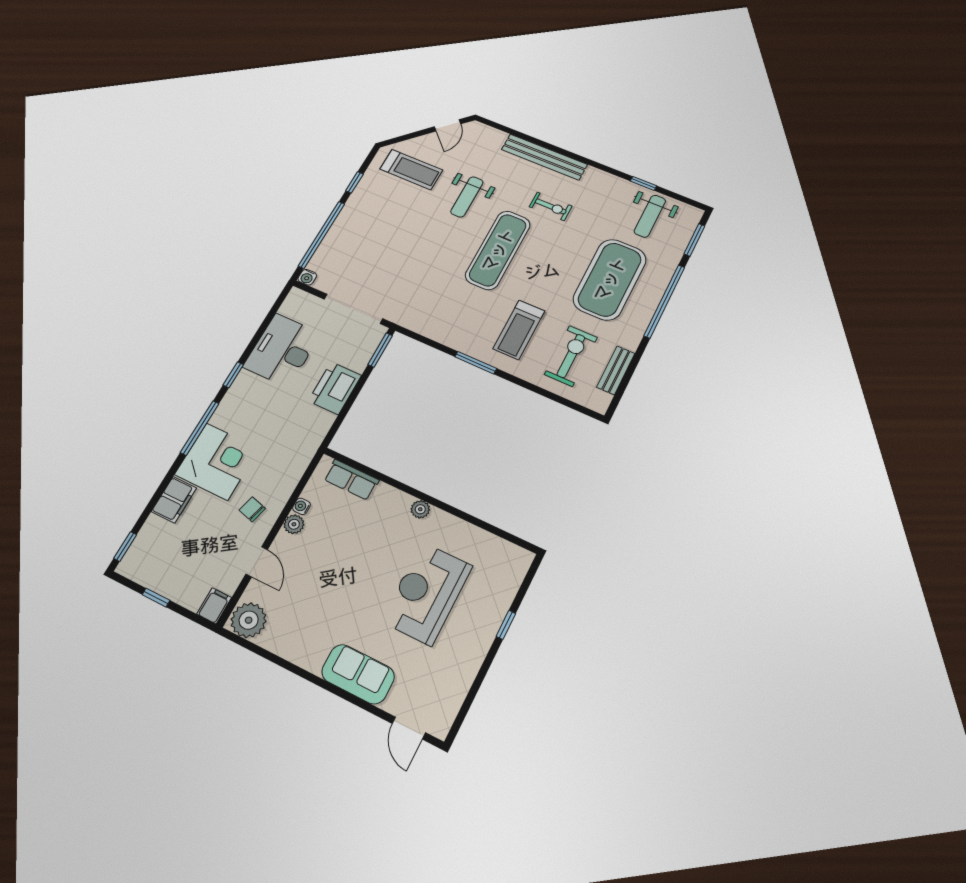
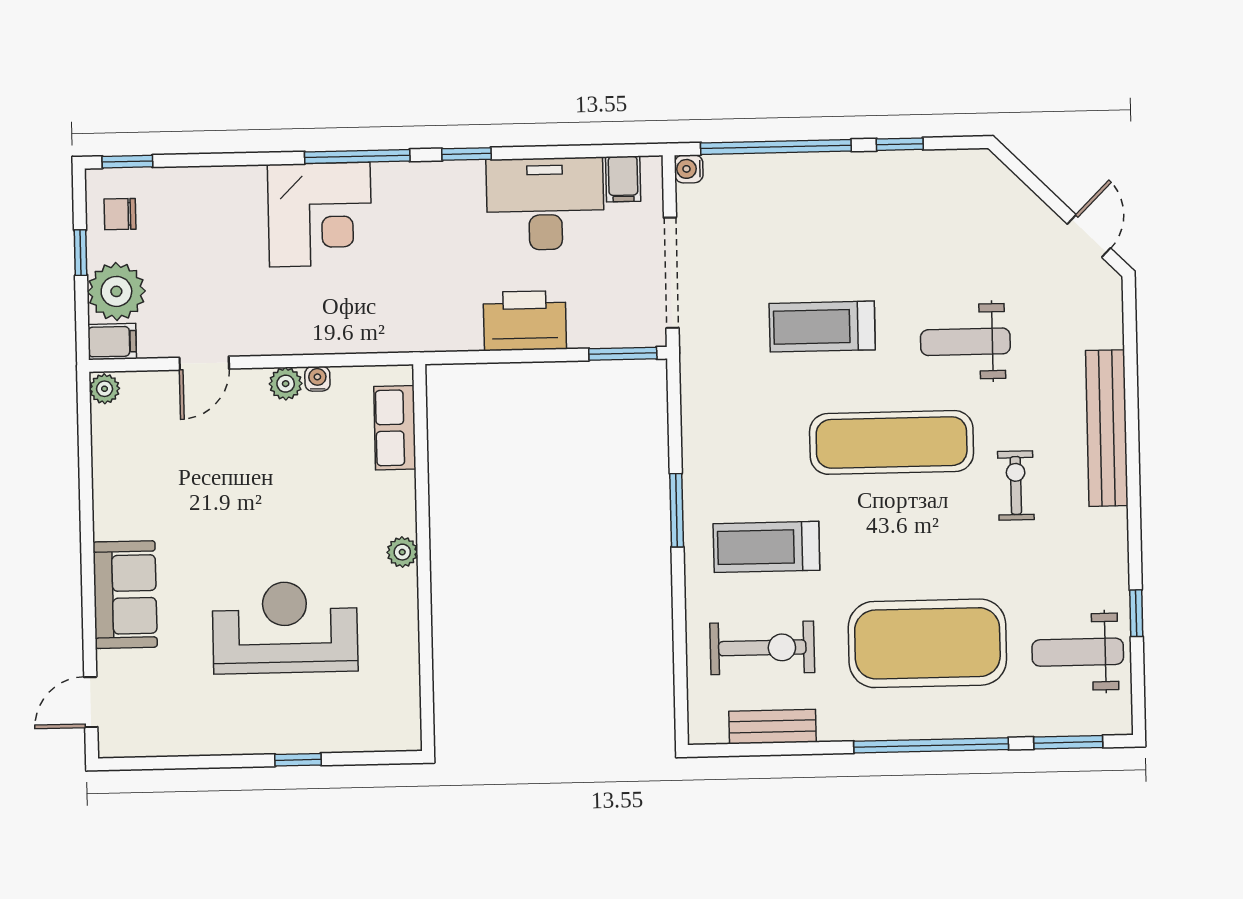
door: (447, 125) -> (1089, 236), swing flipped
treadmill: (411, 169) -> (822, 327), moved, turned 90
exercise bike: (551, 206) -> (1016, 485), turned 180
filing cabinet: (174, 500) -> (623, 179), moved, width x0.50
chair: (252, 509) -> (120, 214), moved, turned -105
plant: (189, 589) -> (116, 291), added
plant: (249, 620) -> (105, 389), width x0.53, depth x0.53

